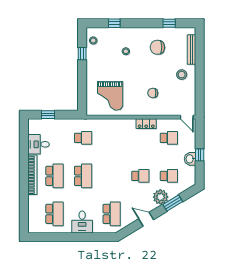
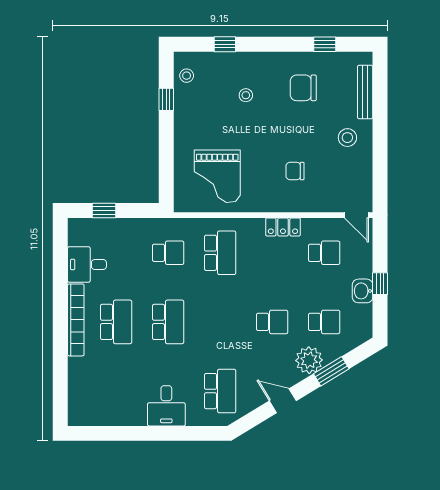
school desk: (55, 214) -> (220, 253), moved

